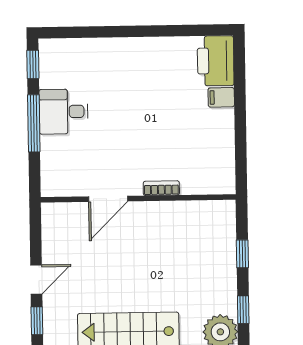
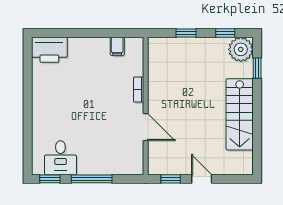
filing cabinet: (221, 97) -> (117, 46), moved
desk: (64, 112) -> (60, 158), moved
window: (37, 321) -> (171, 179), moved

